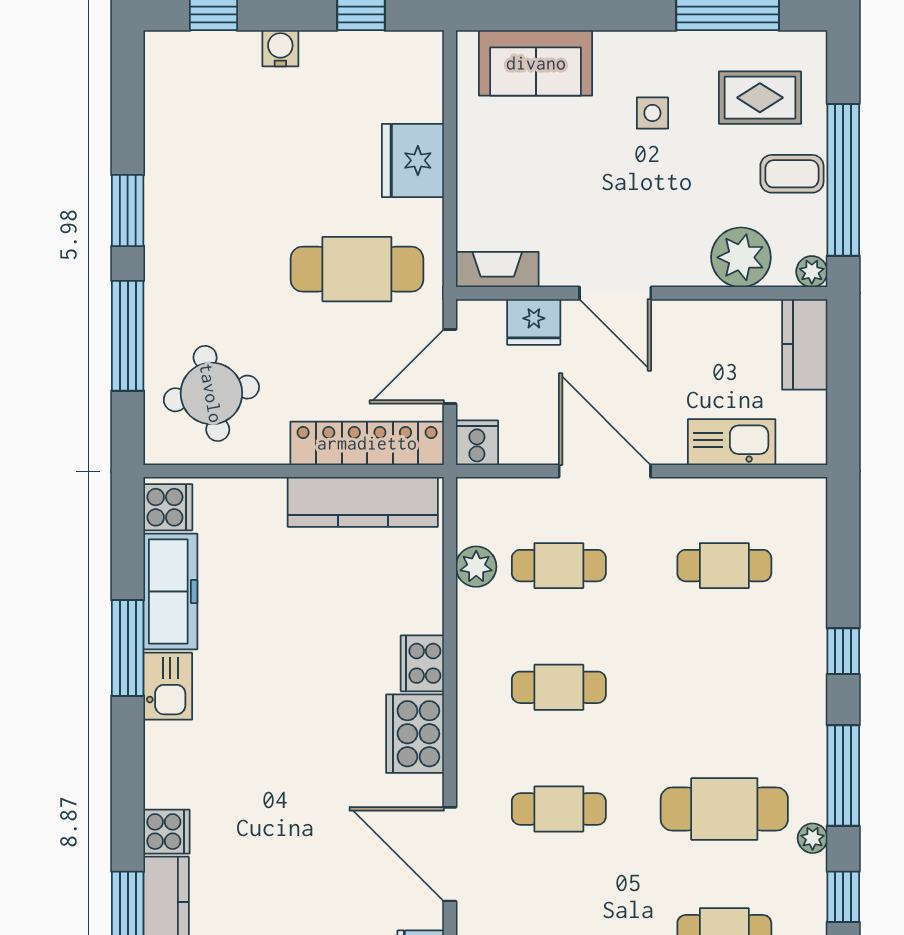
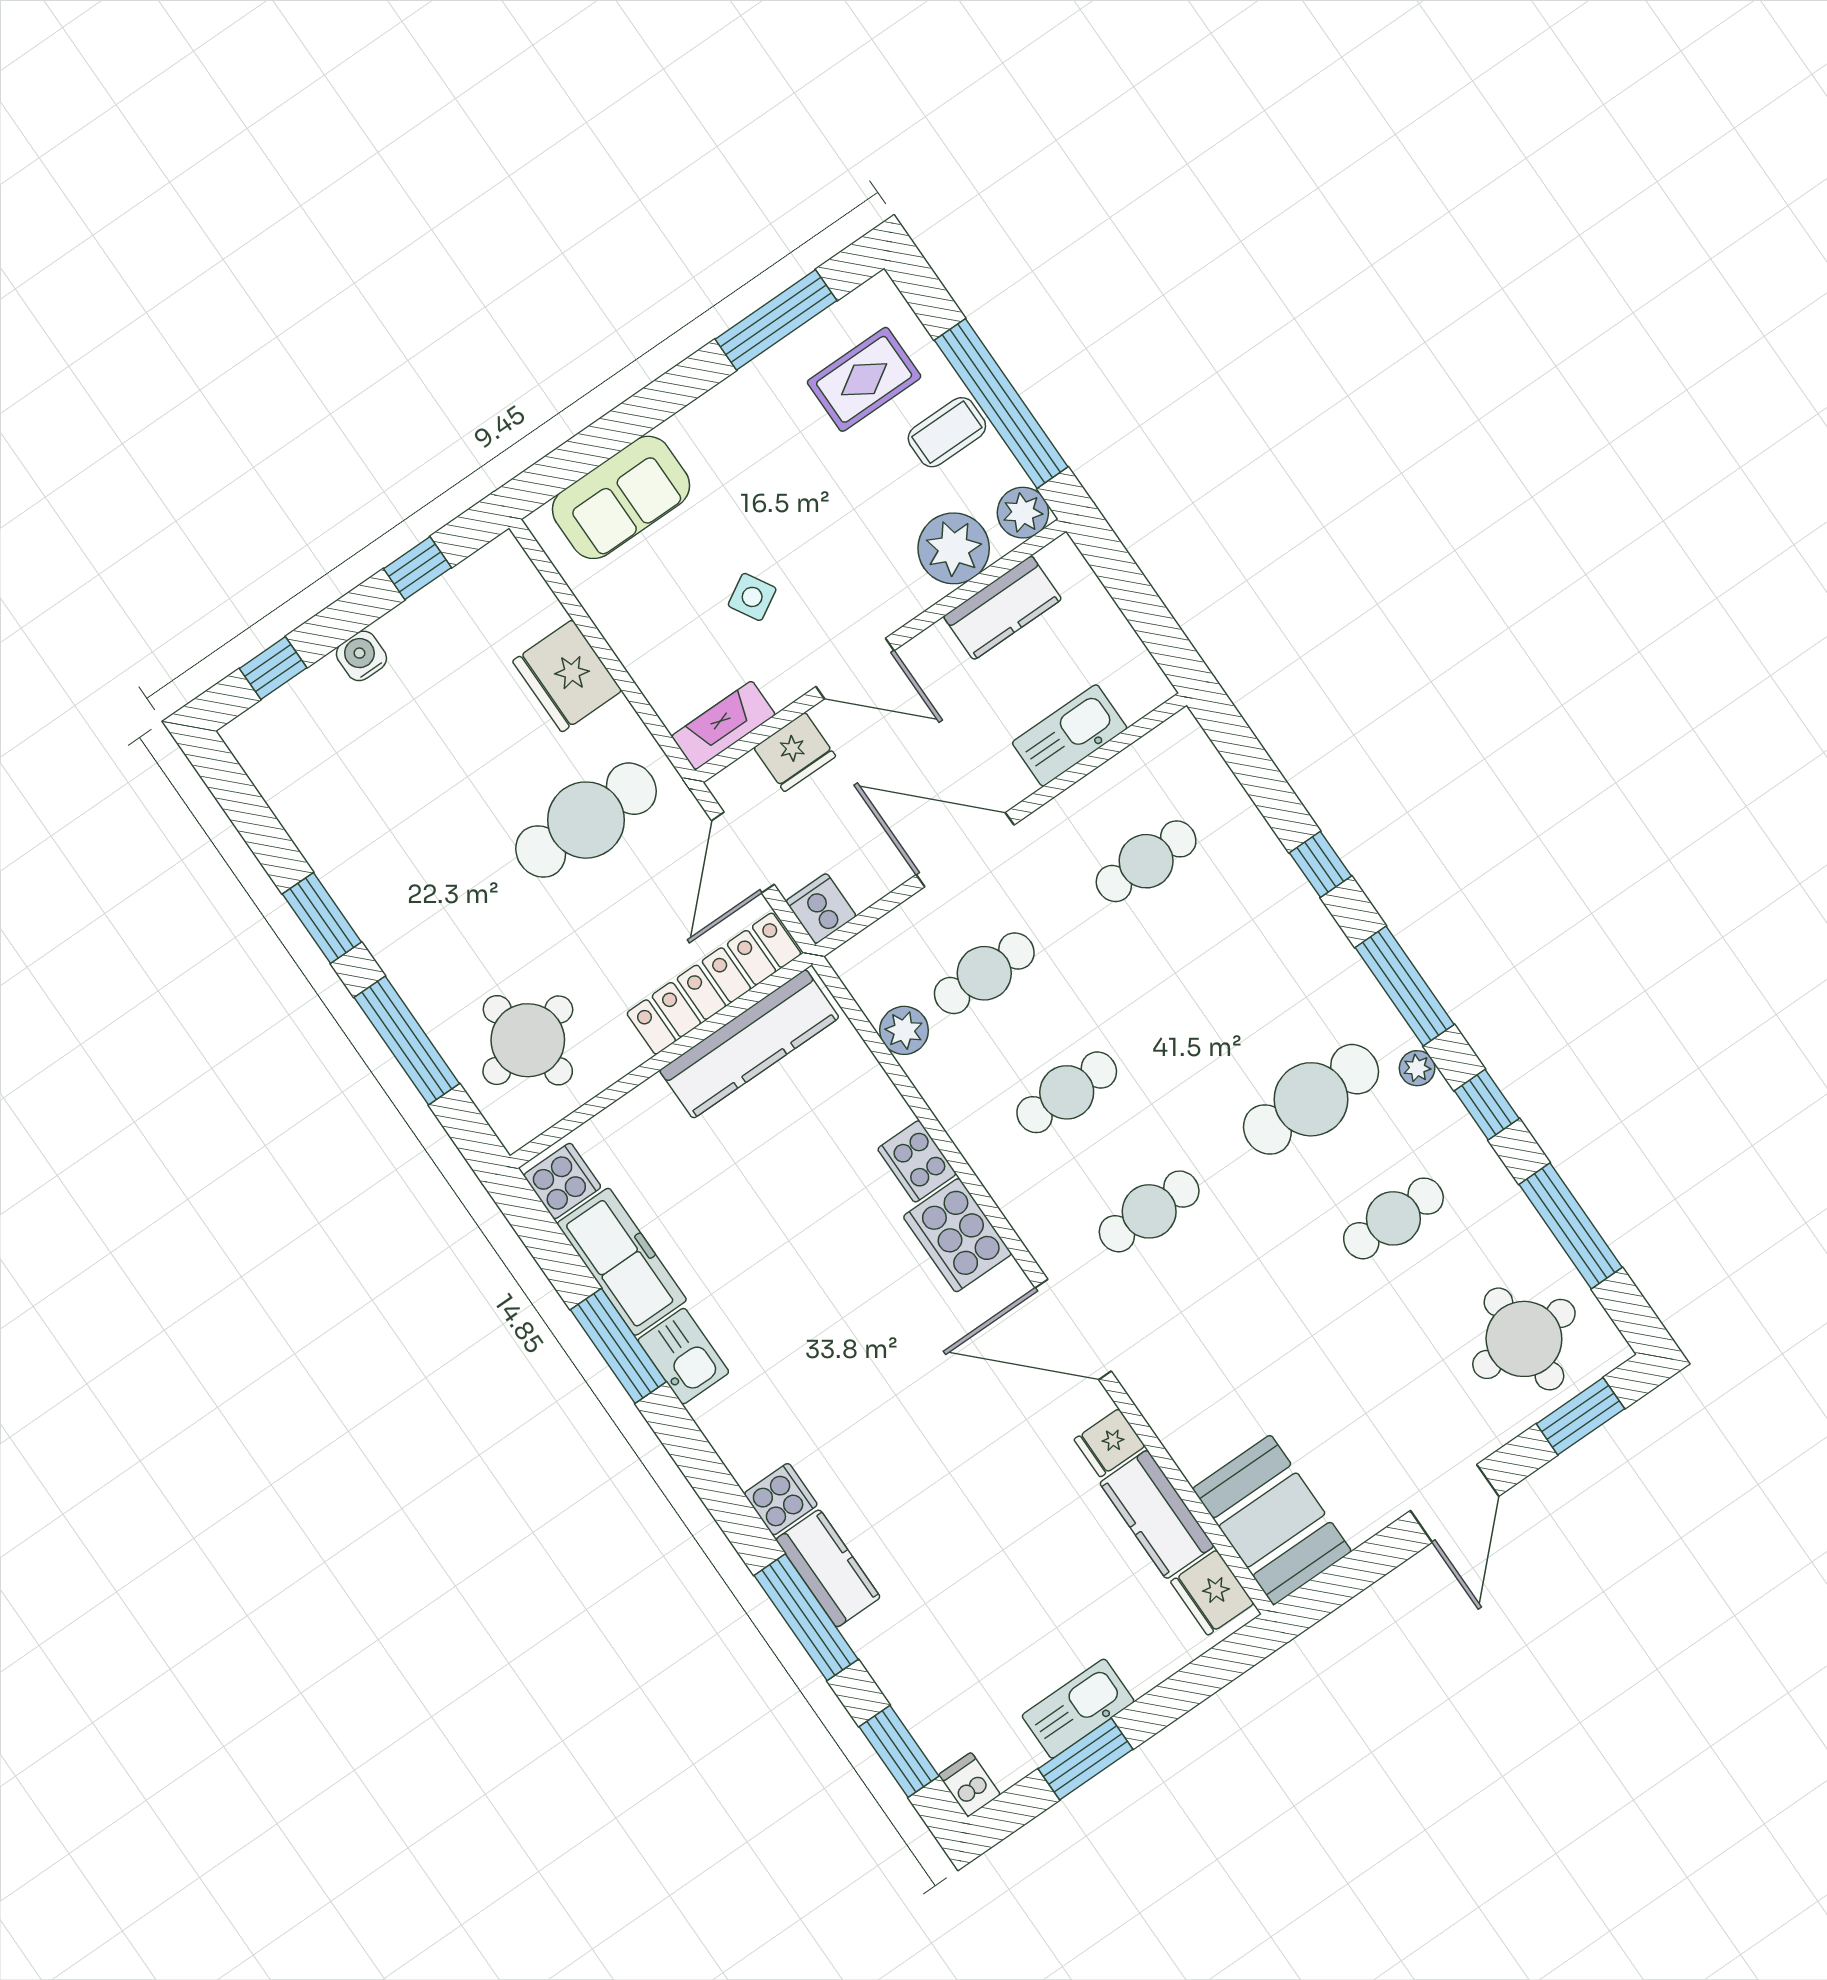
side table: (652, 113) -> (752, 597), moved, turned -30
plant: (812, 272) -> (1023, 513), width x1.38, depth x1.38
kitchen counter: (805, 344) -> (1002, 608), moved, turned -90

